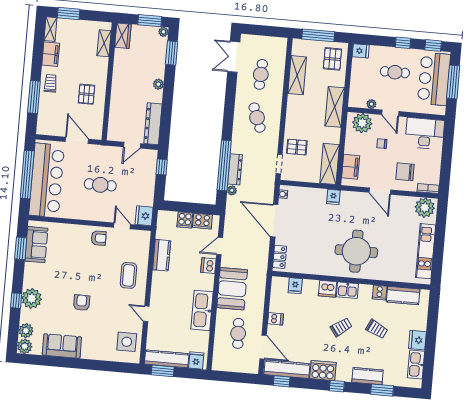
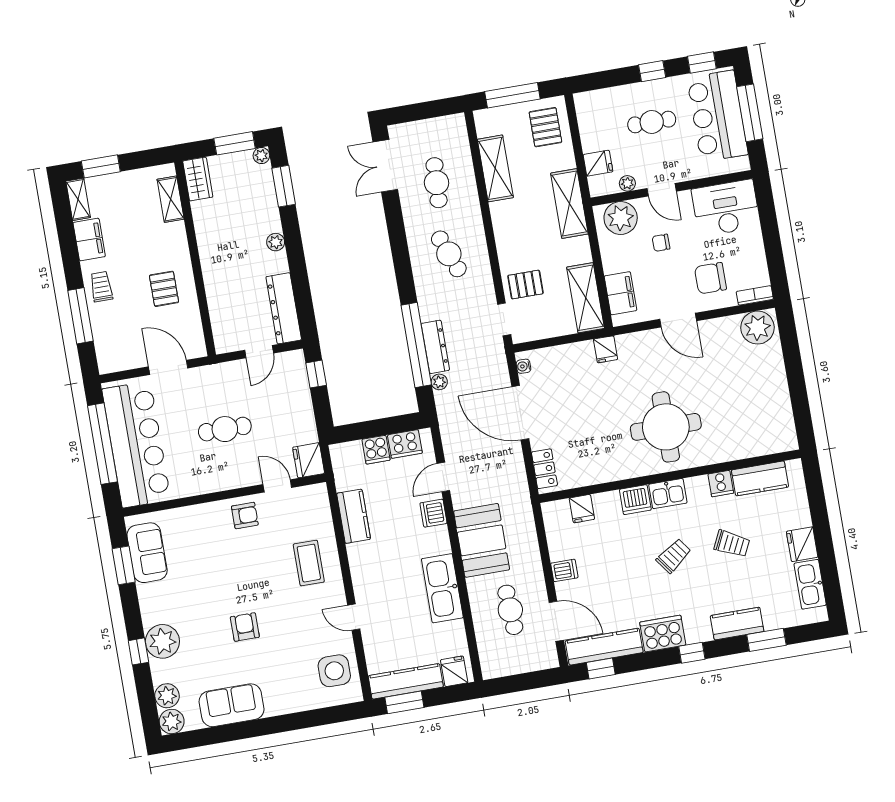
fridge: (361, 51) -> (598, 163), moved
kitchen unit: (426, 251) -> (777, 397), removed

